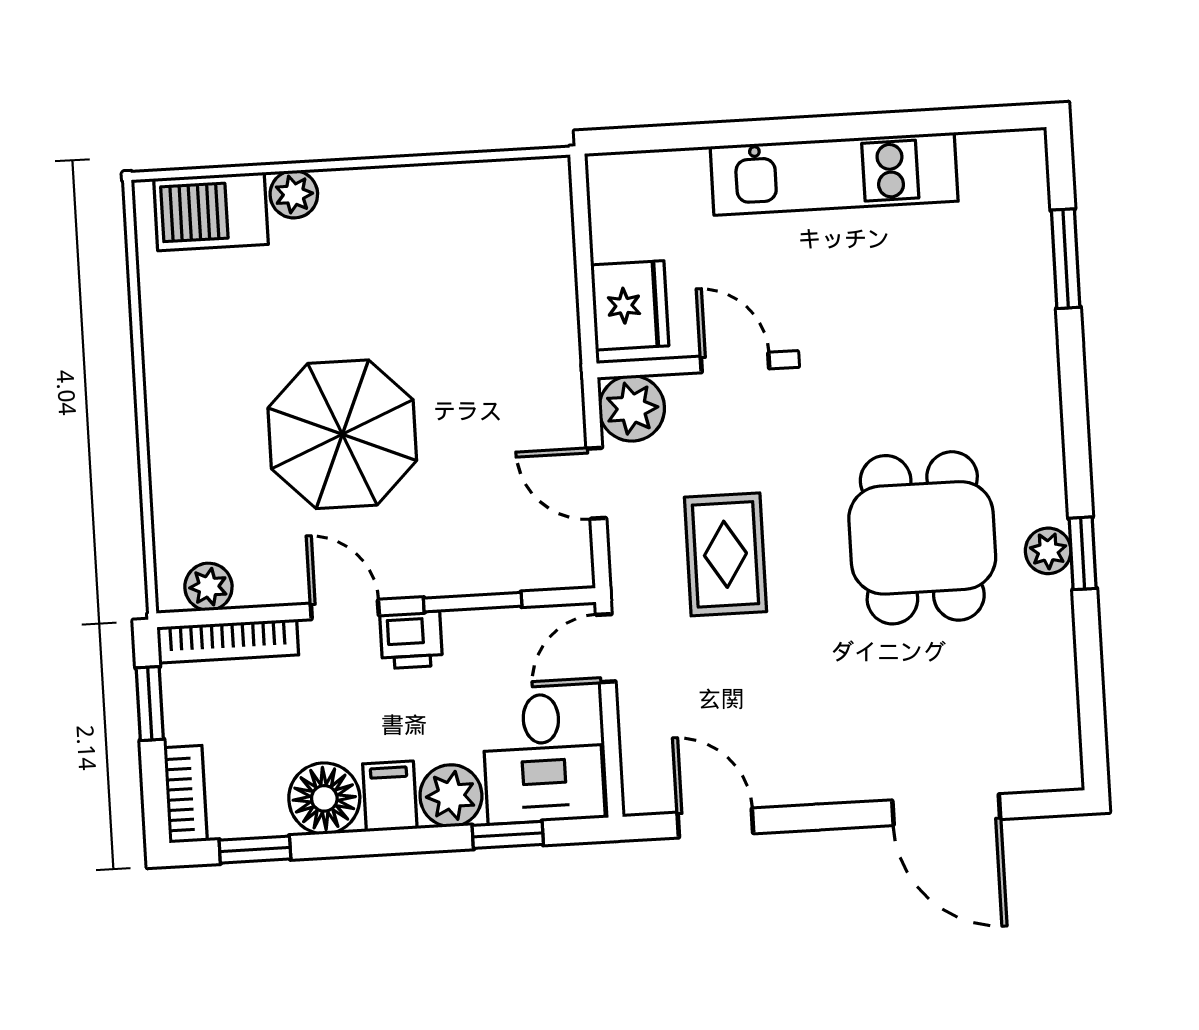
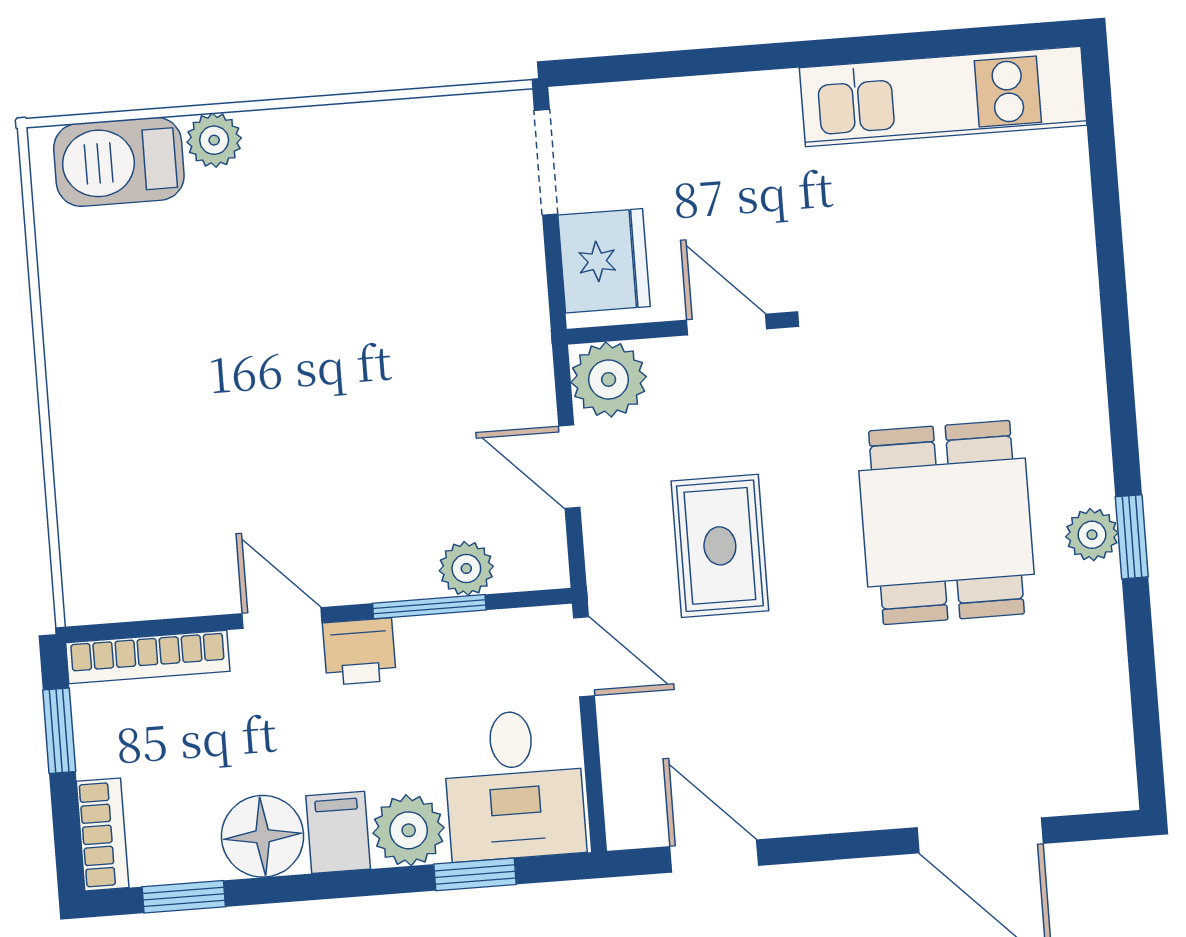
kitchen unit: (834, 174) -> (943, 96), moved
doorway: (581, 219) -> (546, 162), added
window: (1066, 259) -> (1106, 197), removed
parasol: (342, 434) -> (275, 416), removed
plant: (208, 587) -> (466, 568), moved
door: (606, 648) -> (584, 657), swing flipped

